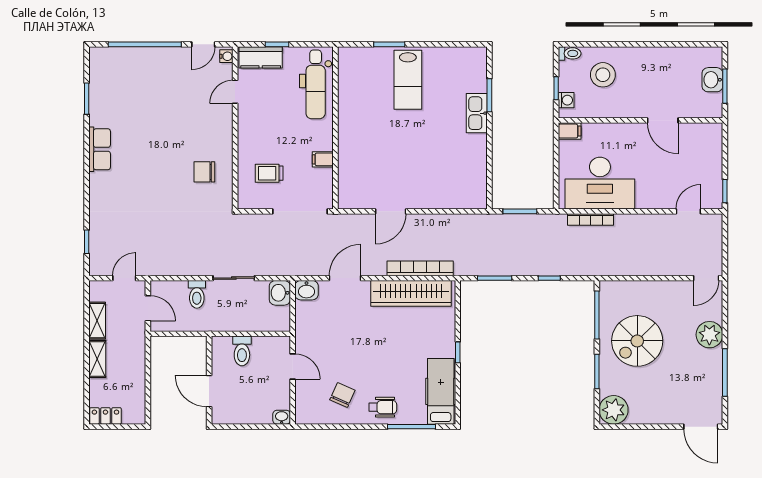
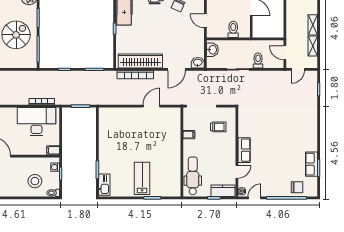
kitchen sink: (477, 113) -> (104, 185), moved
row of seats: (222, 131) -> (244, 150), added
row of seats: (100, 149) -> (311, 164), moved
chair: (204, 172) -> (297, 187), moved
washbasin: (280, 293) -> (212, 50), moved

